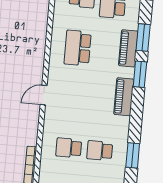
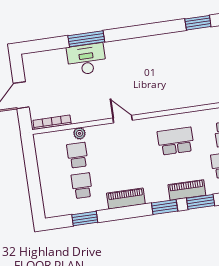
piano: (124, 97) -> (126, 199), moved
plant: (48, 141) -> (79, 133), added

